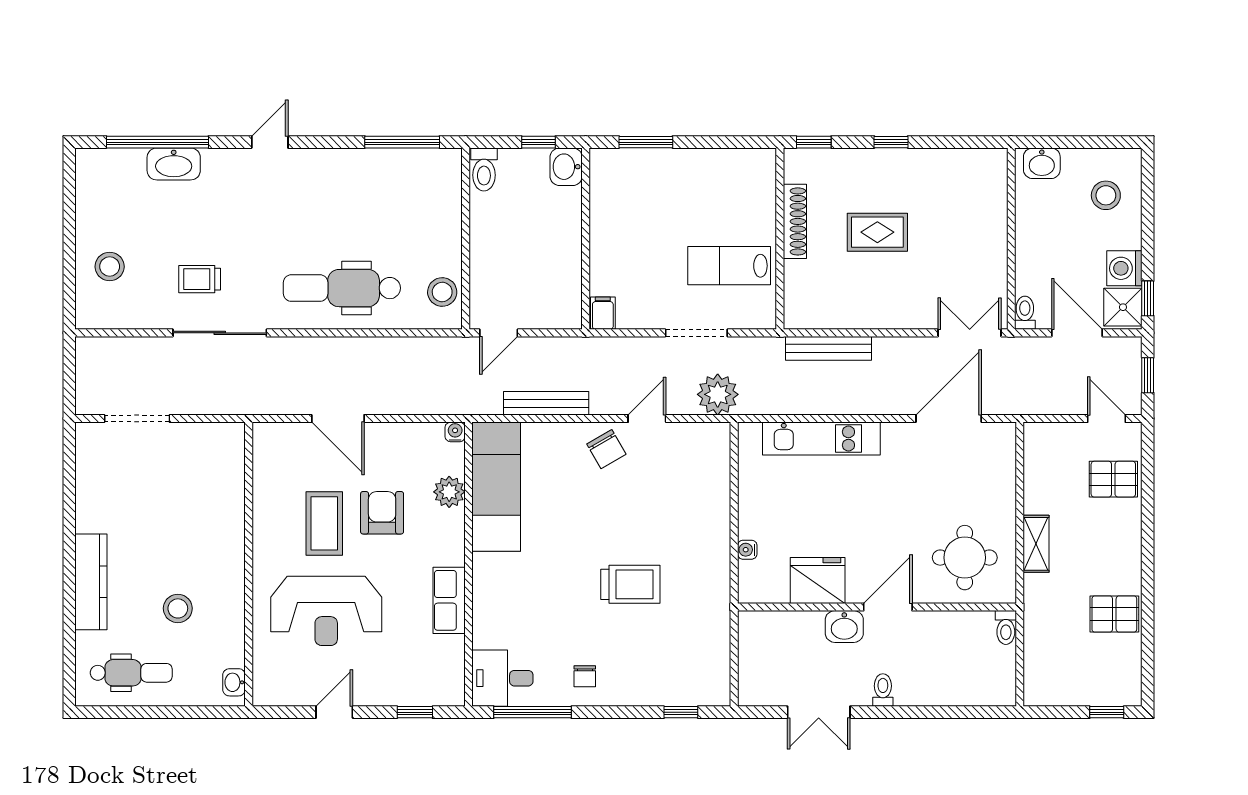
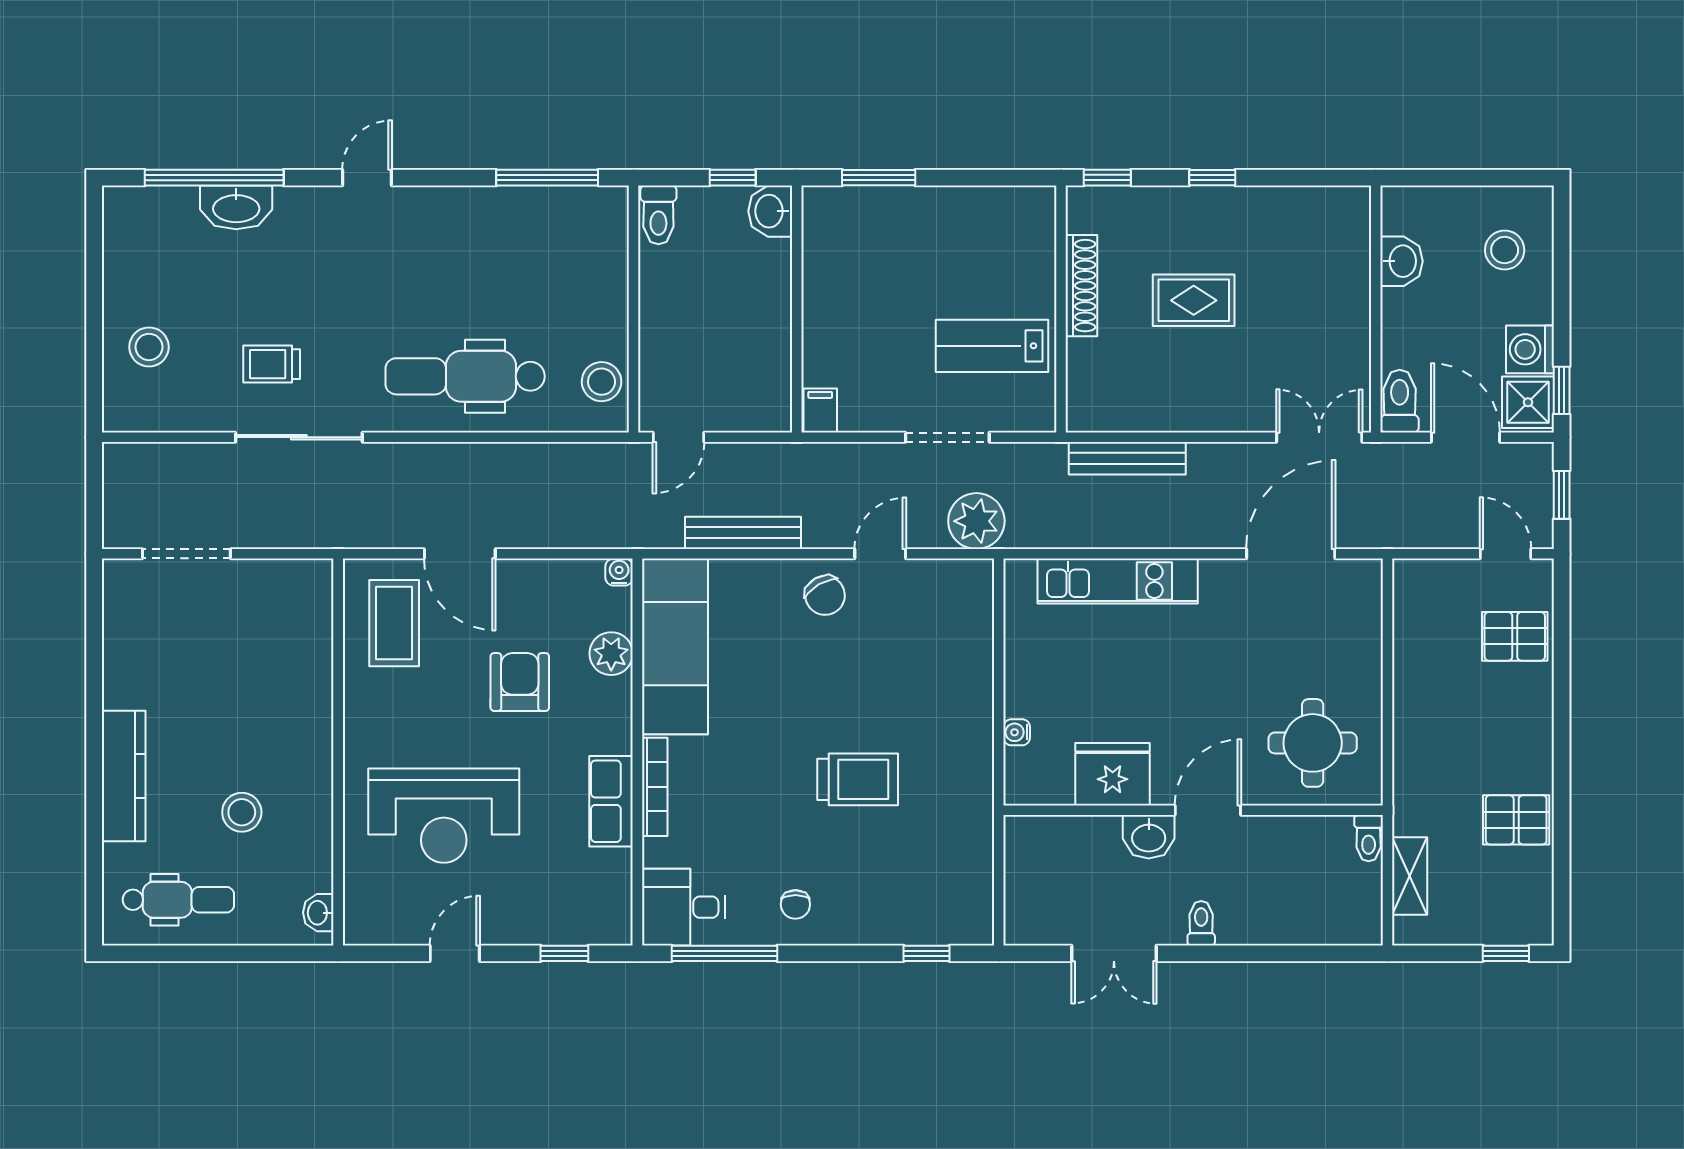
washbasin: (1042, 163) -> (1402, 261), moved, turned -90
toilet: (1025, 313) -> (1400, 401), width x1.37, depth x1.39
coffee table: (324, 523) -> (394, 623), moved
shelving: (1036, 544) -> (1410, 876), moved
bookcase: (481, 590) -> (655, 787), added

